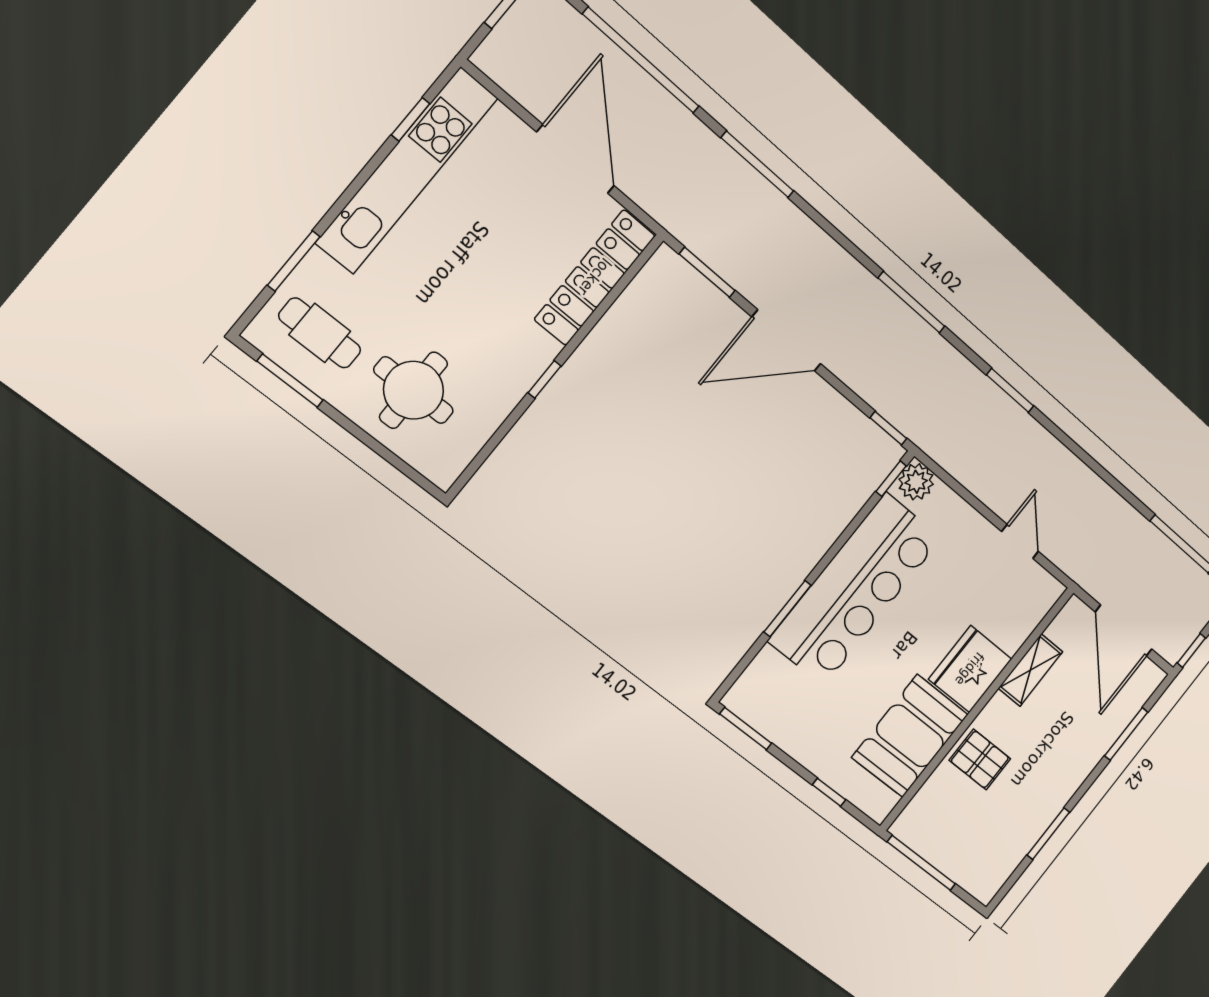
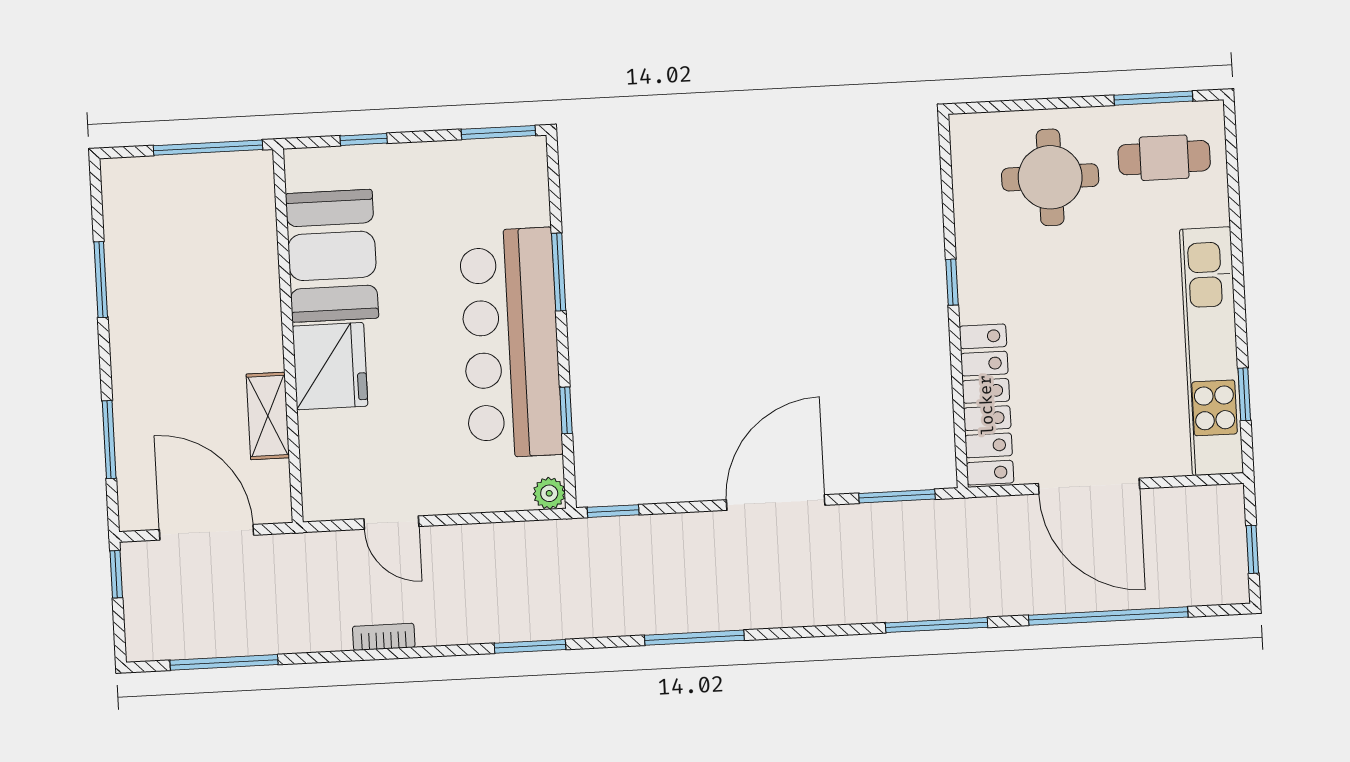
window: (294, 261) -> (1234, 198), removed
bookcase: (1085, 476) -> (384, 637), added
window: (891, 479) -> (566, 410), moved
plant: (916, 482) -> (549, 493), width x0.73, depth x0.73
pallet: (980, 760) -> (240, 291), removed

